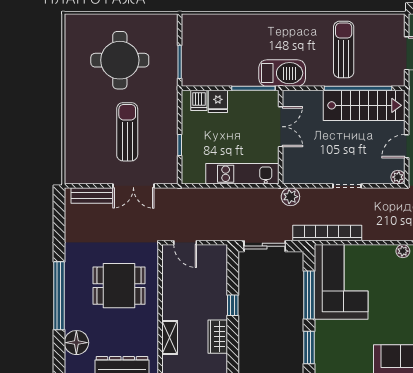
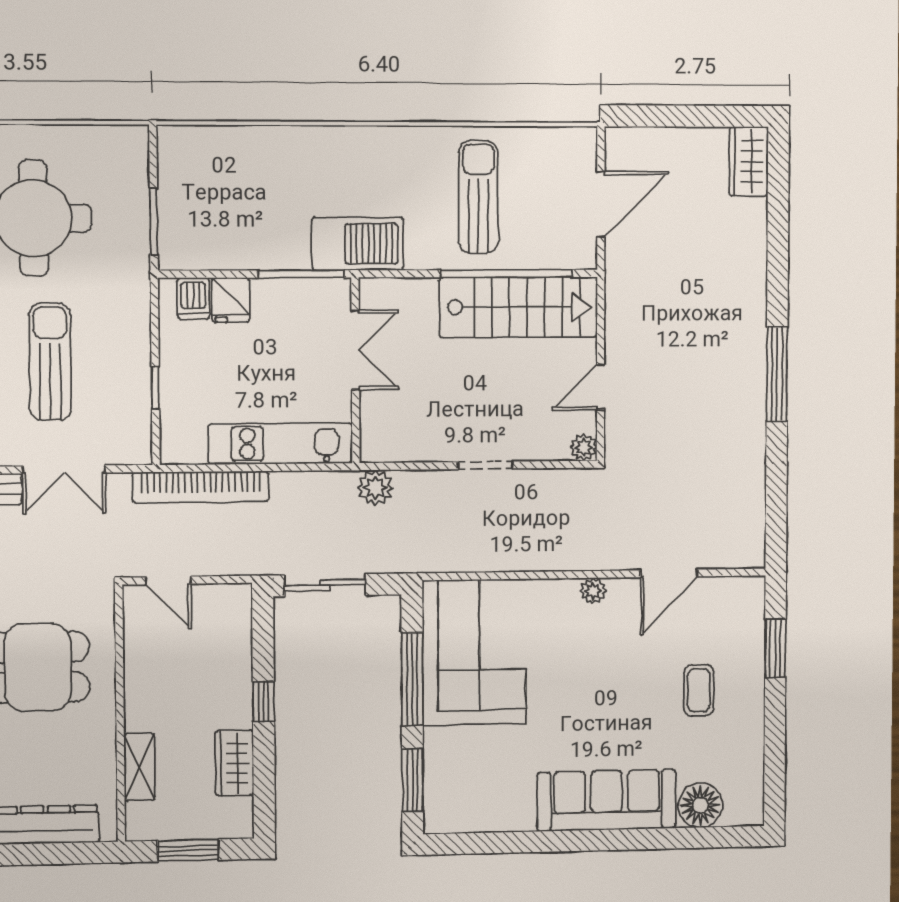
bookcase: (327, 233) -> (201, 487), moved, turned 180

